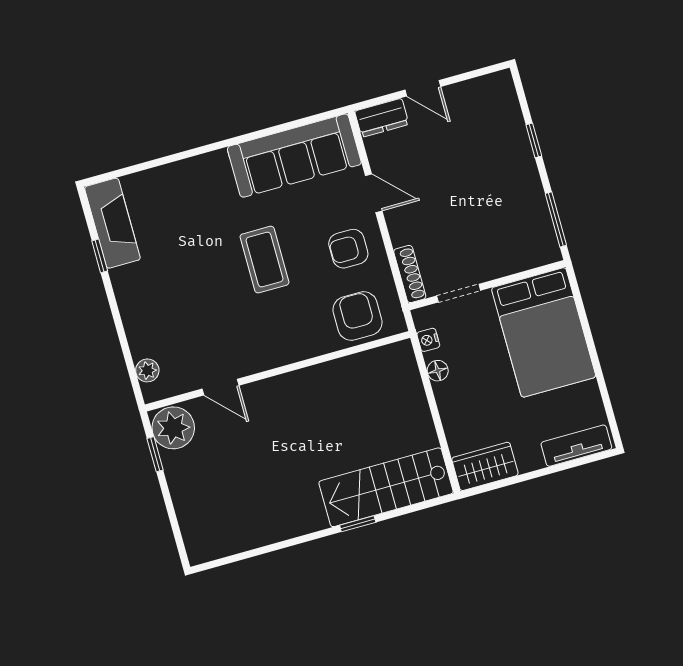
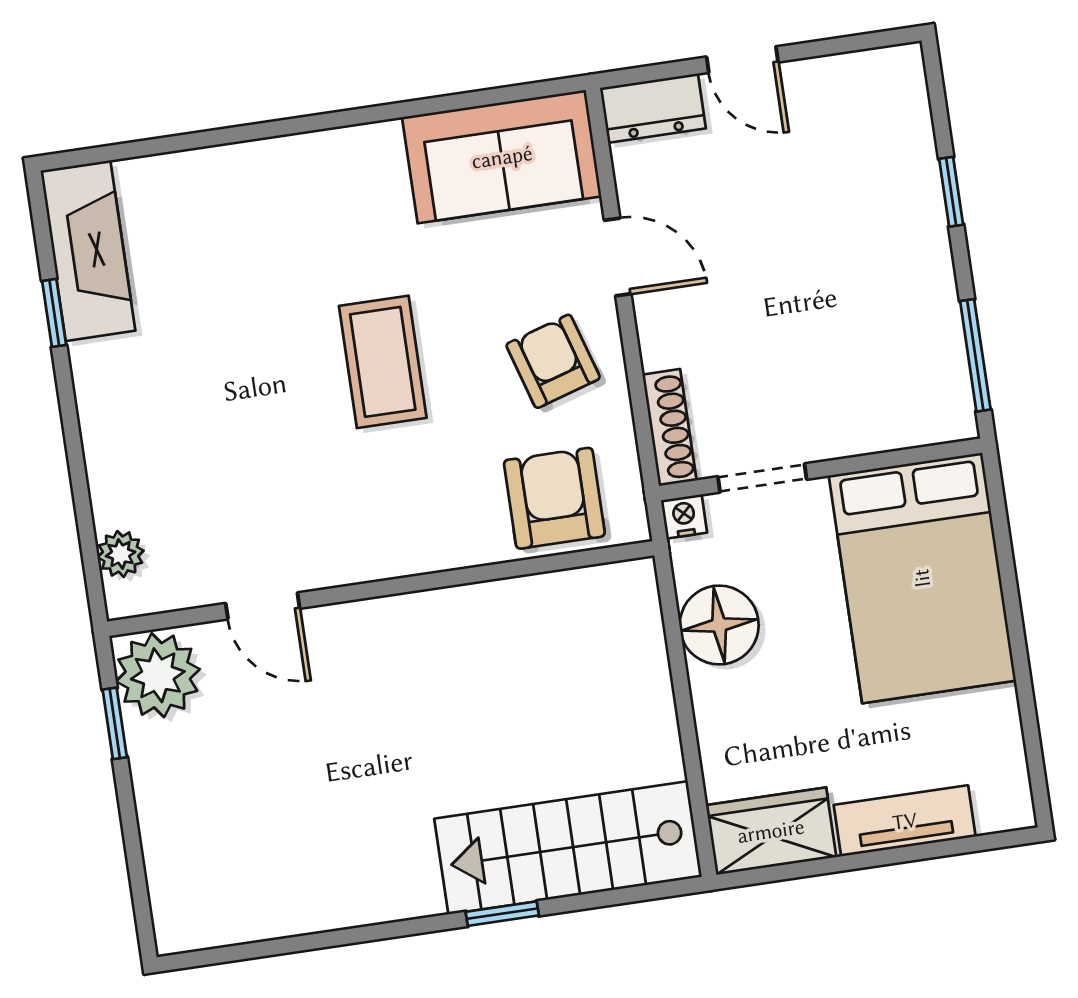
sofa: (294, 156) -> (502, 157), width x0.73
armchair: (348, 249) -> (553, 361), turned 73
nightstand: (428, 340) -> (684, 516), moved, turned 90
floor lamp: (438, 371) -> (719, 625), width x1.89, depth x1.89
tv unit: (576, 446) -> (905, 821), moved

